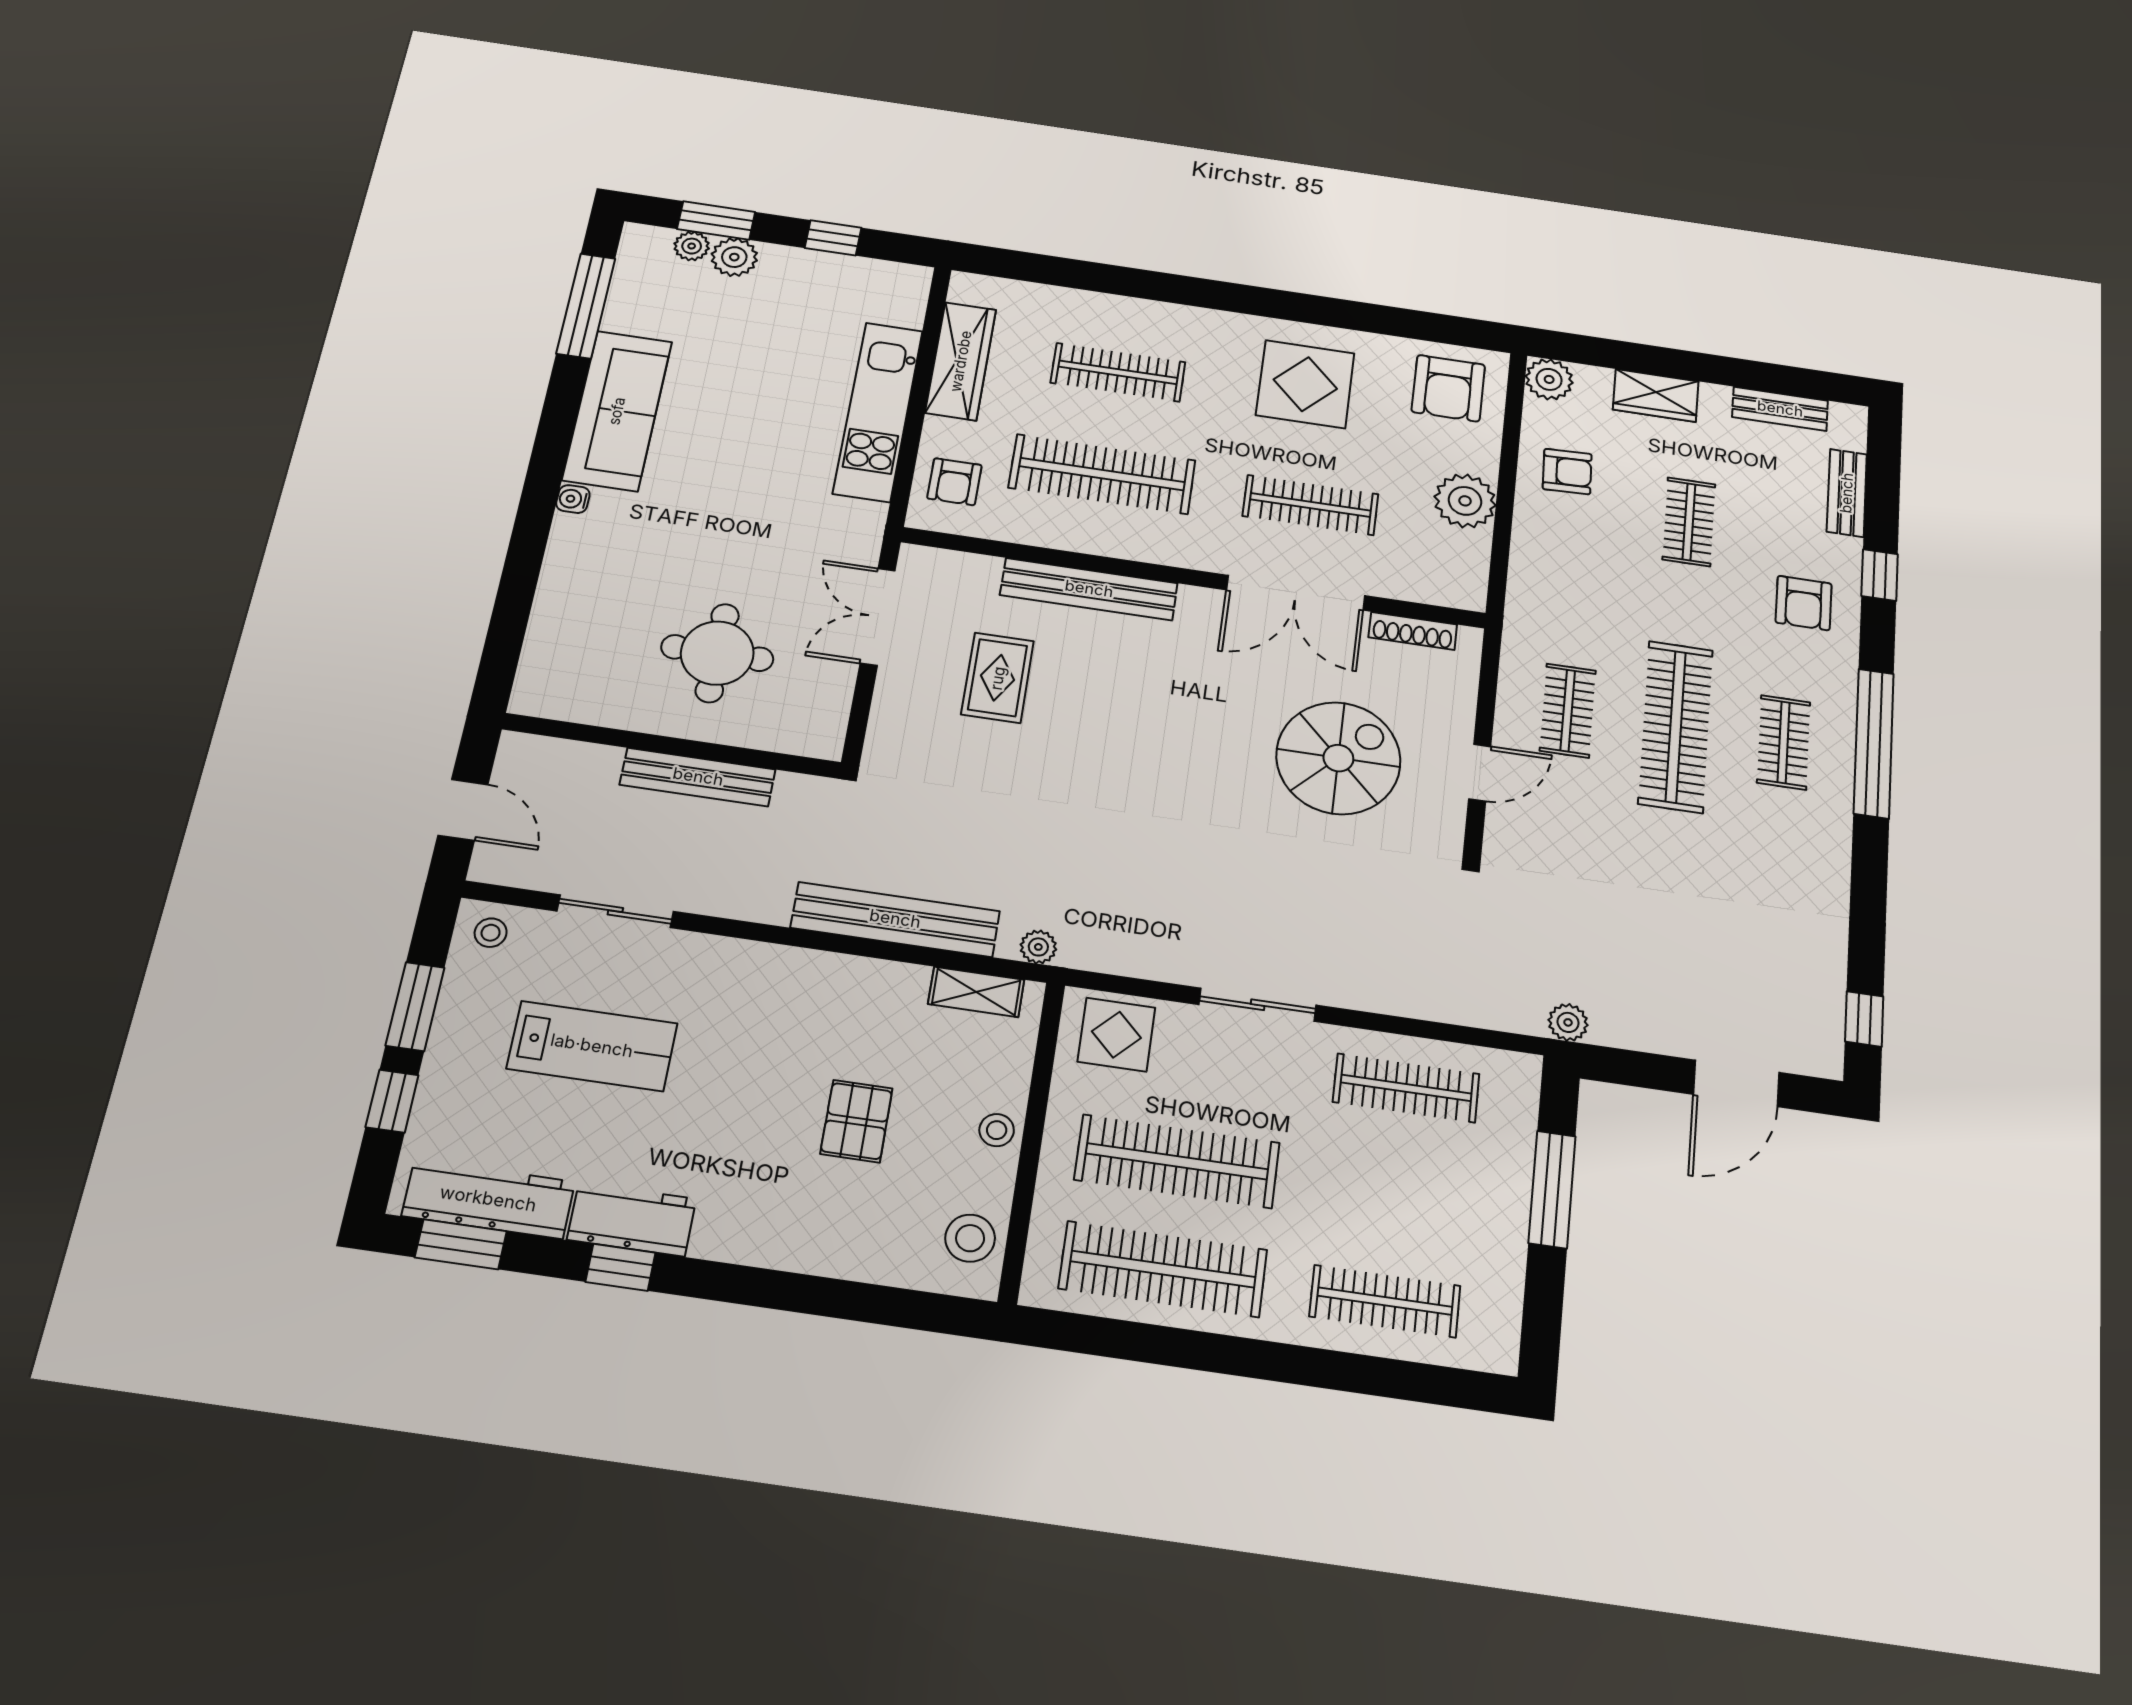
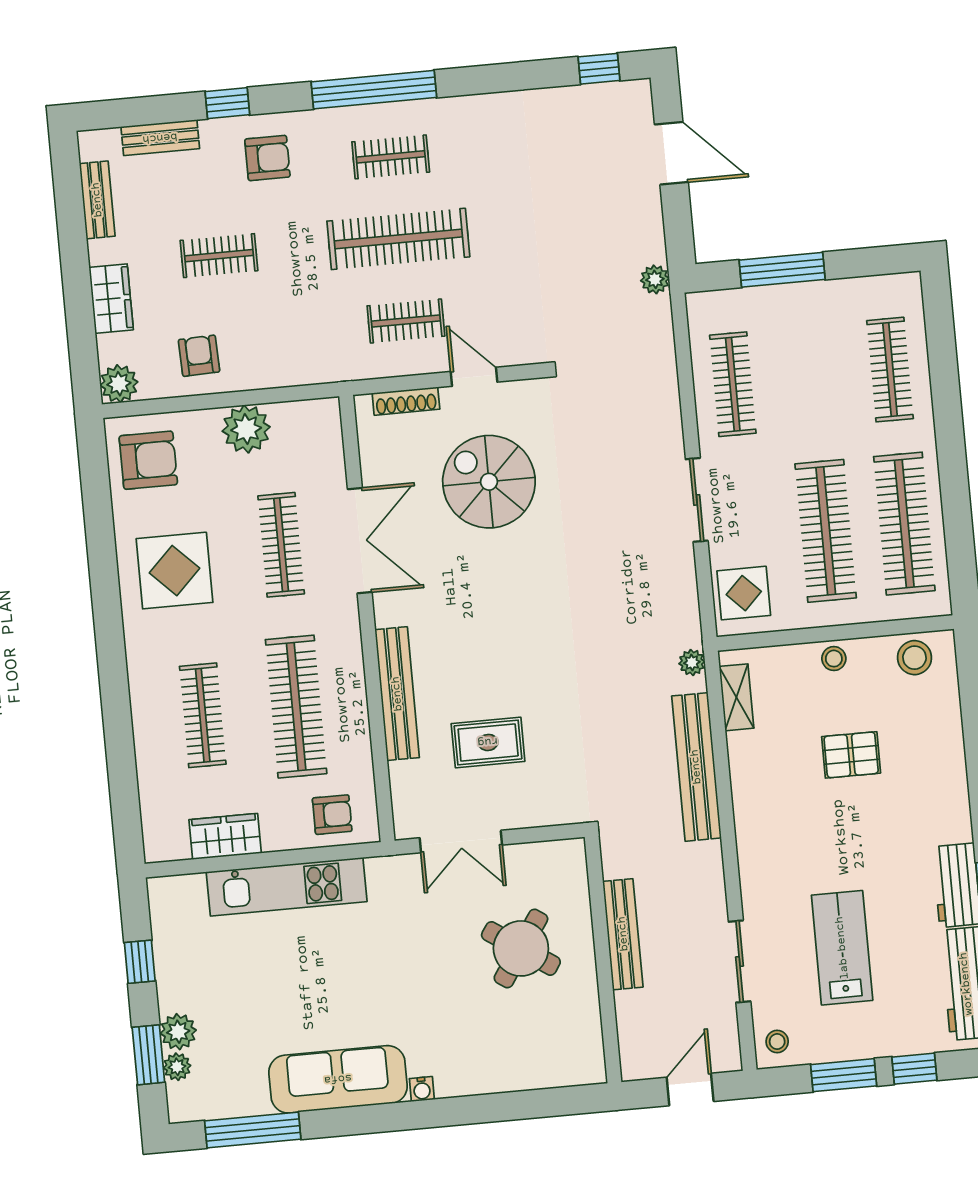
wardrobe: (961, 361) -> (225, 836), width x0.67
shoe rack: (1413, 631) -> (406, 401), moved, turned 90
round table: (717, 653) -> (521, 948), turned 34

